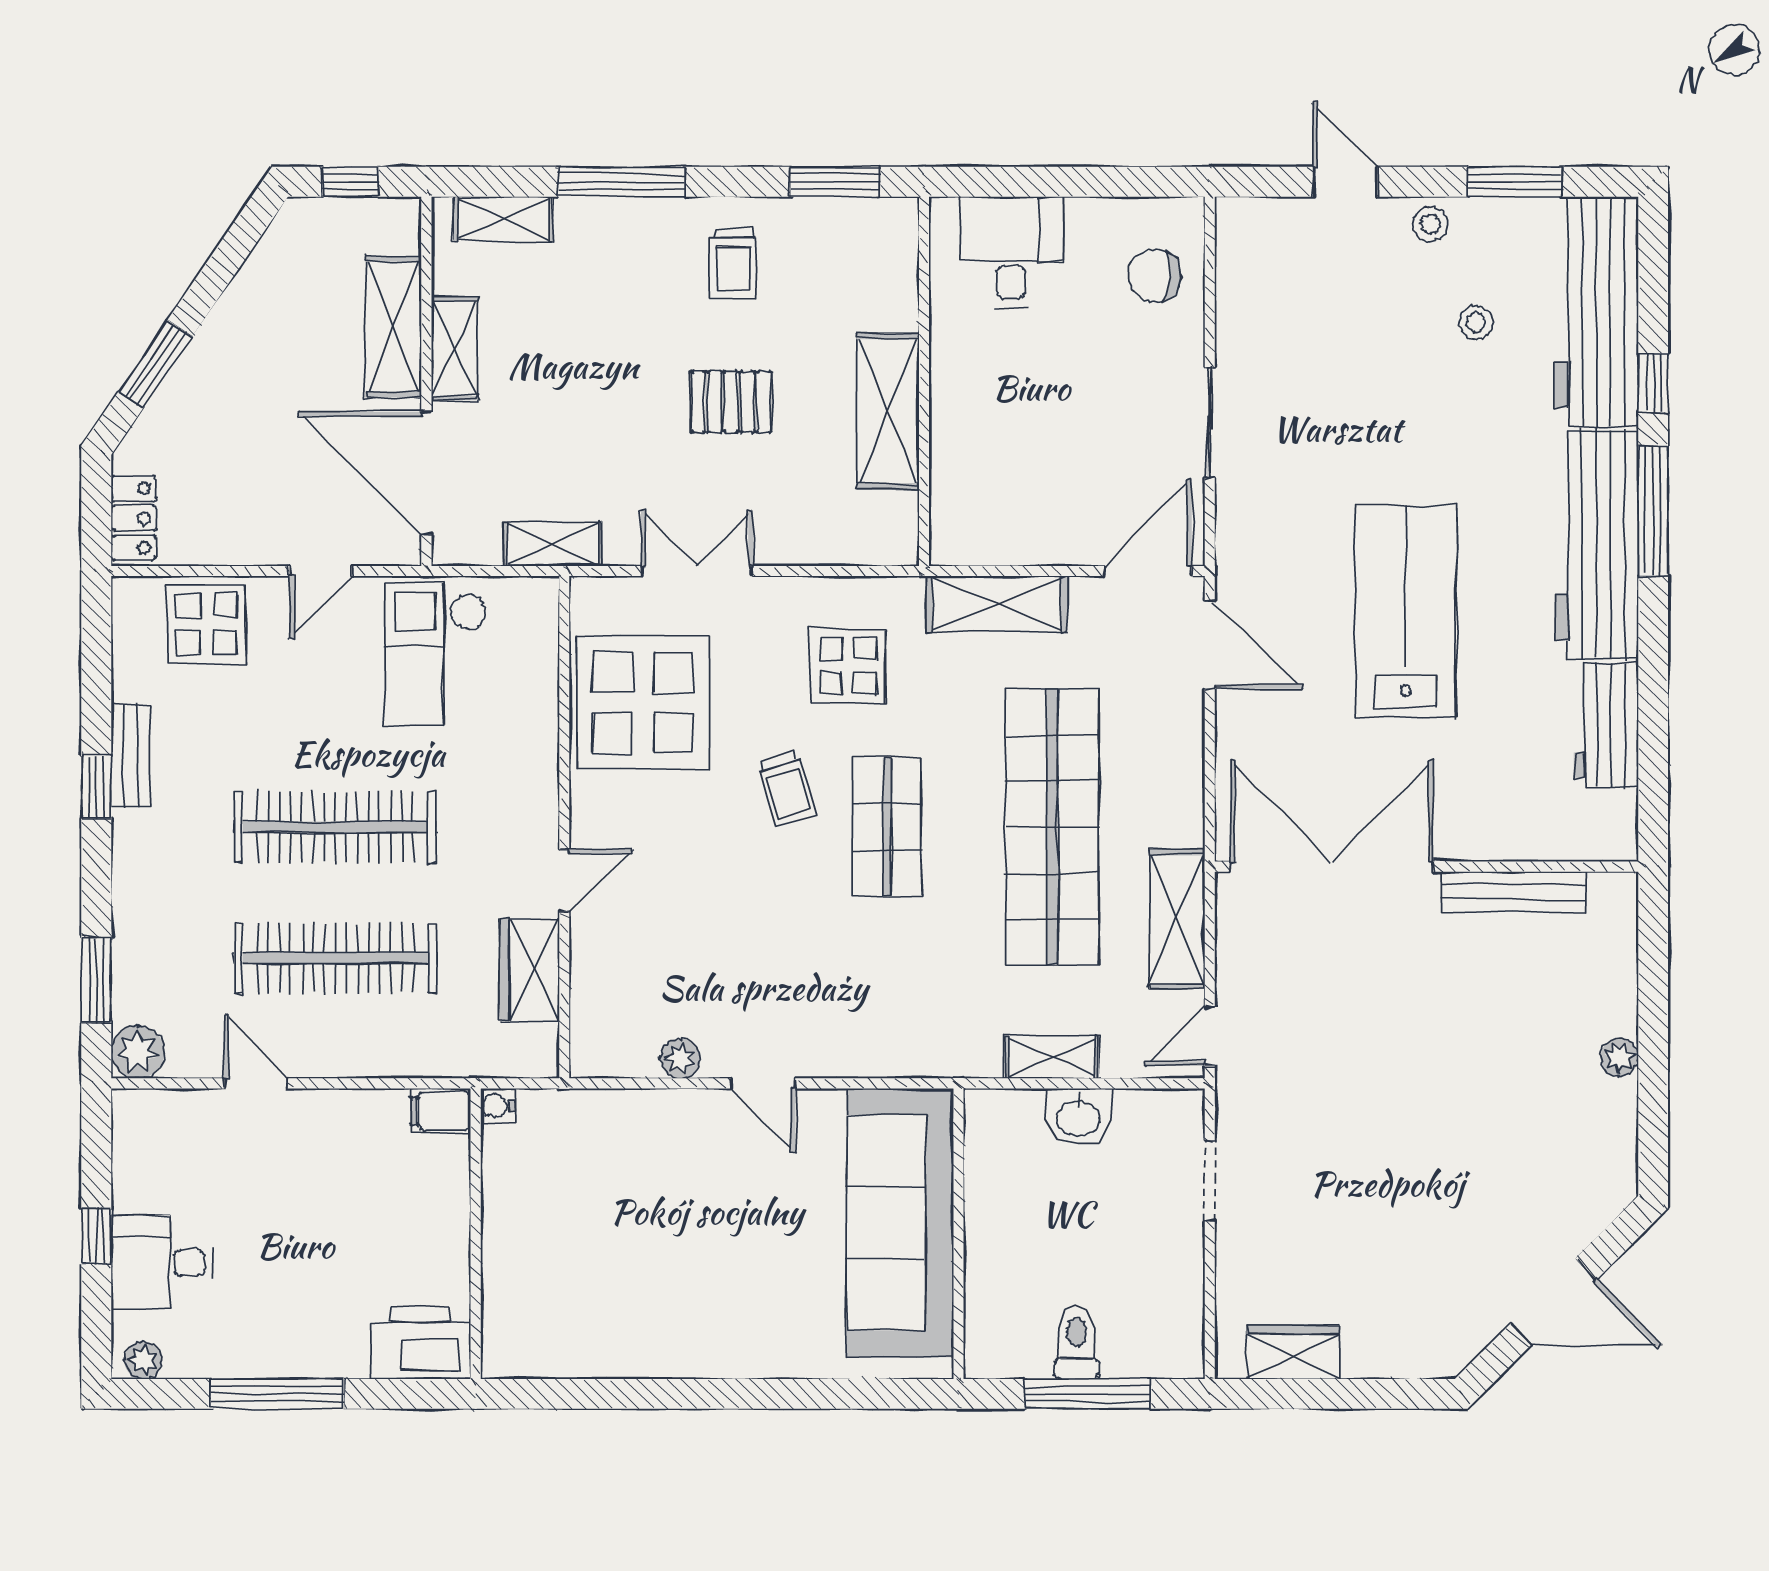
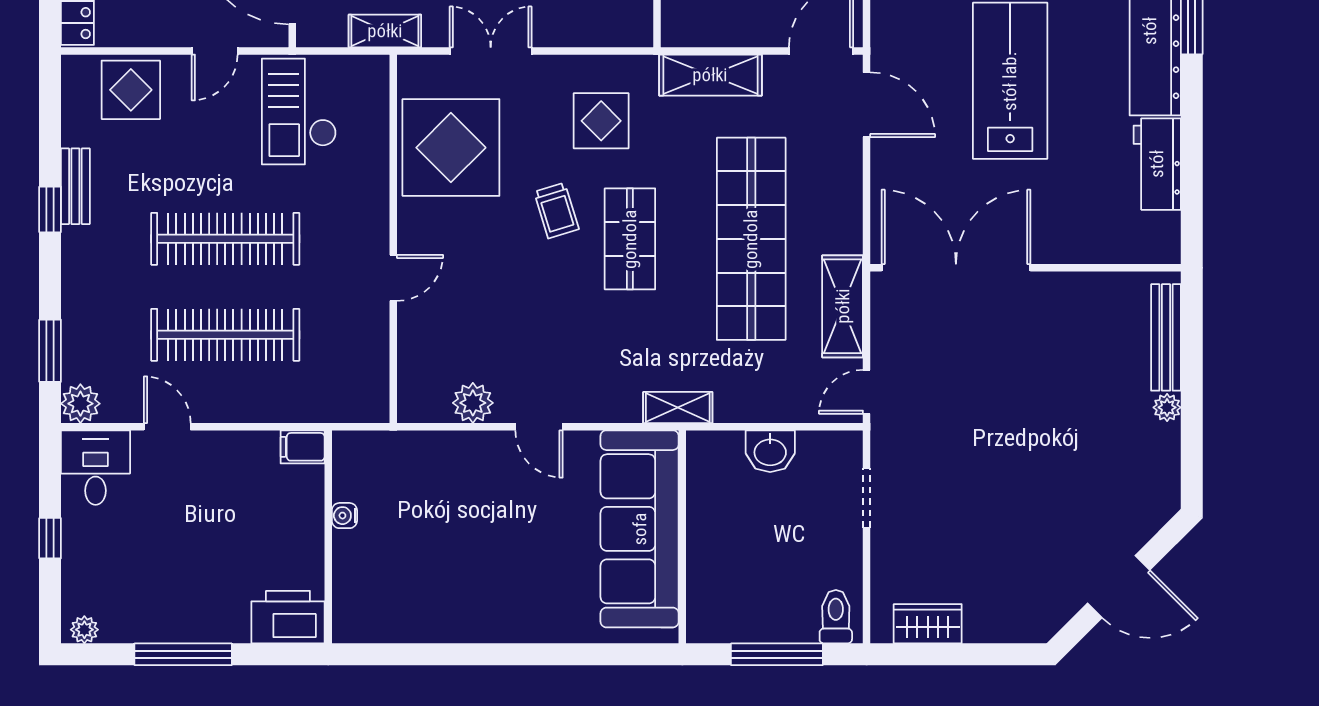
bench: (1513, 892) -> (1166, 337), moved, turned 90
wardrobe: (530, 970) -> (368, 344), removed
shelving: (1052, 1057) -> (678, 408), moved
plant: (680, 1058) -> (473, 403), width x1.38, depth x1.38
water cooler: (498, 1105) -> (344, 516), moved
desk: (162, 1262) -> (95, 468), moved, turned 90
toilet: (1077, 1343) -> (836, 617), moved

